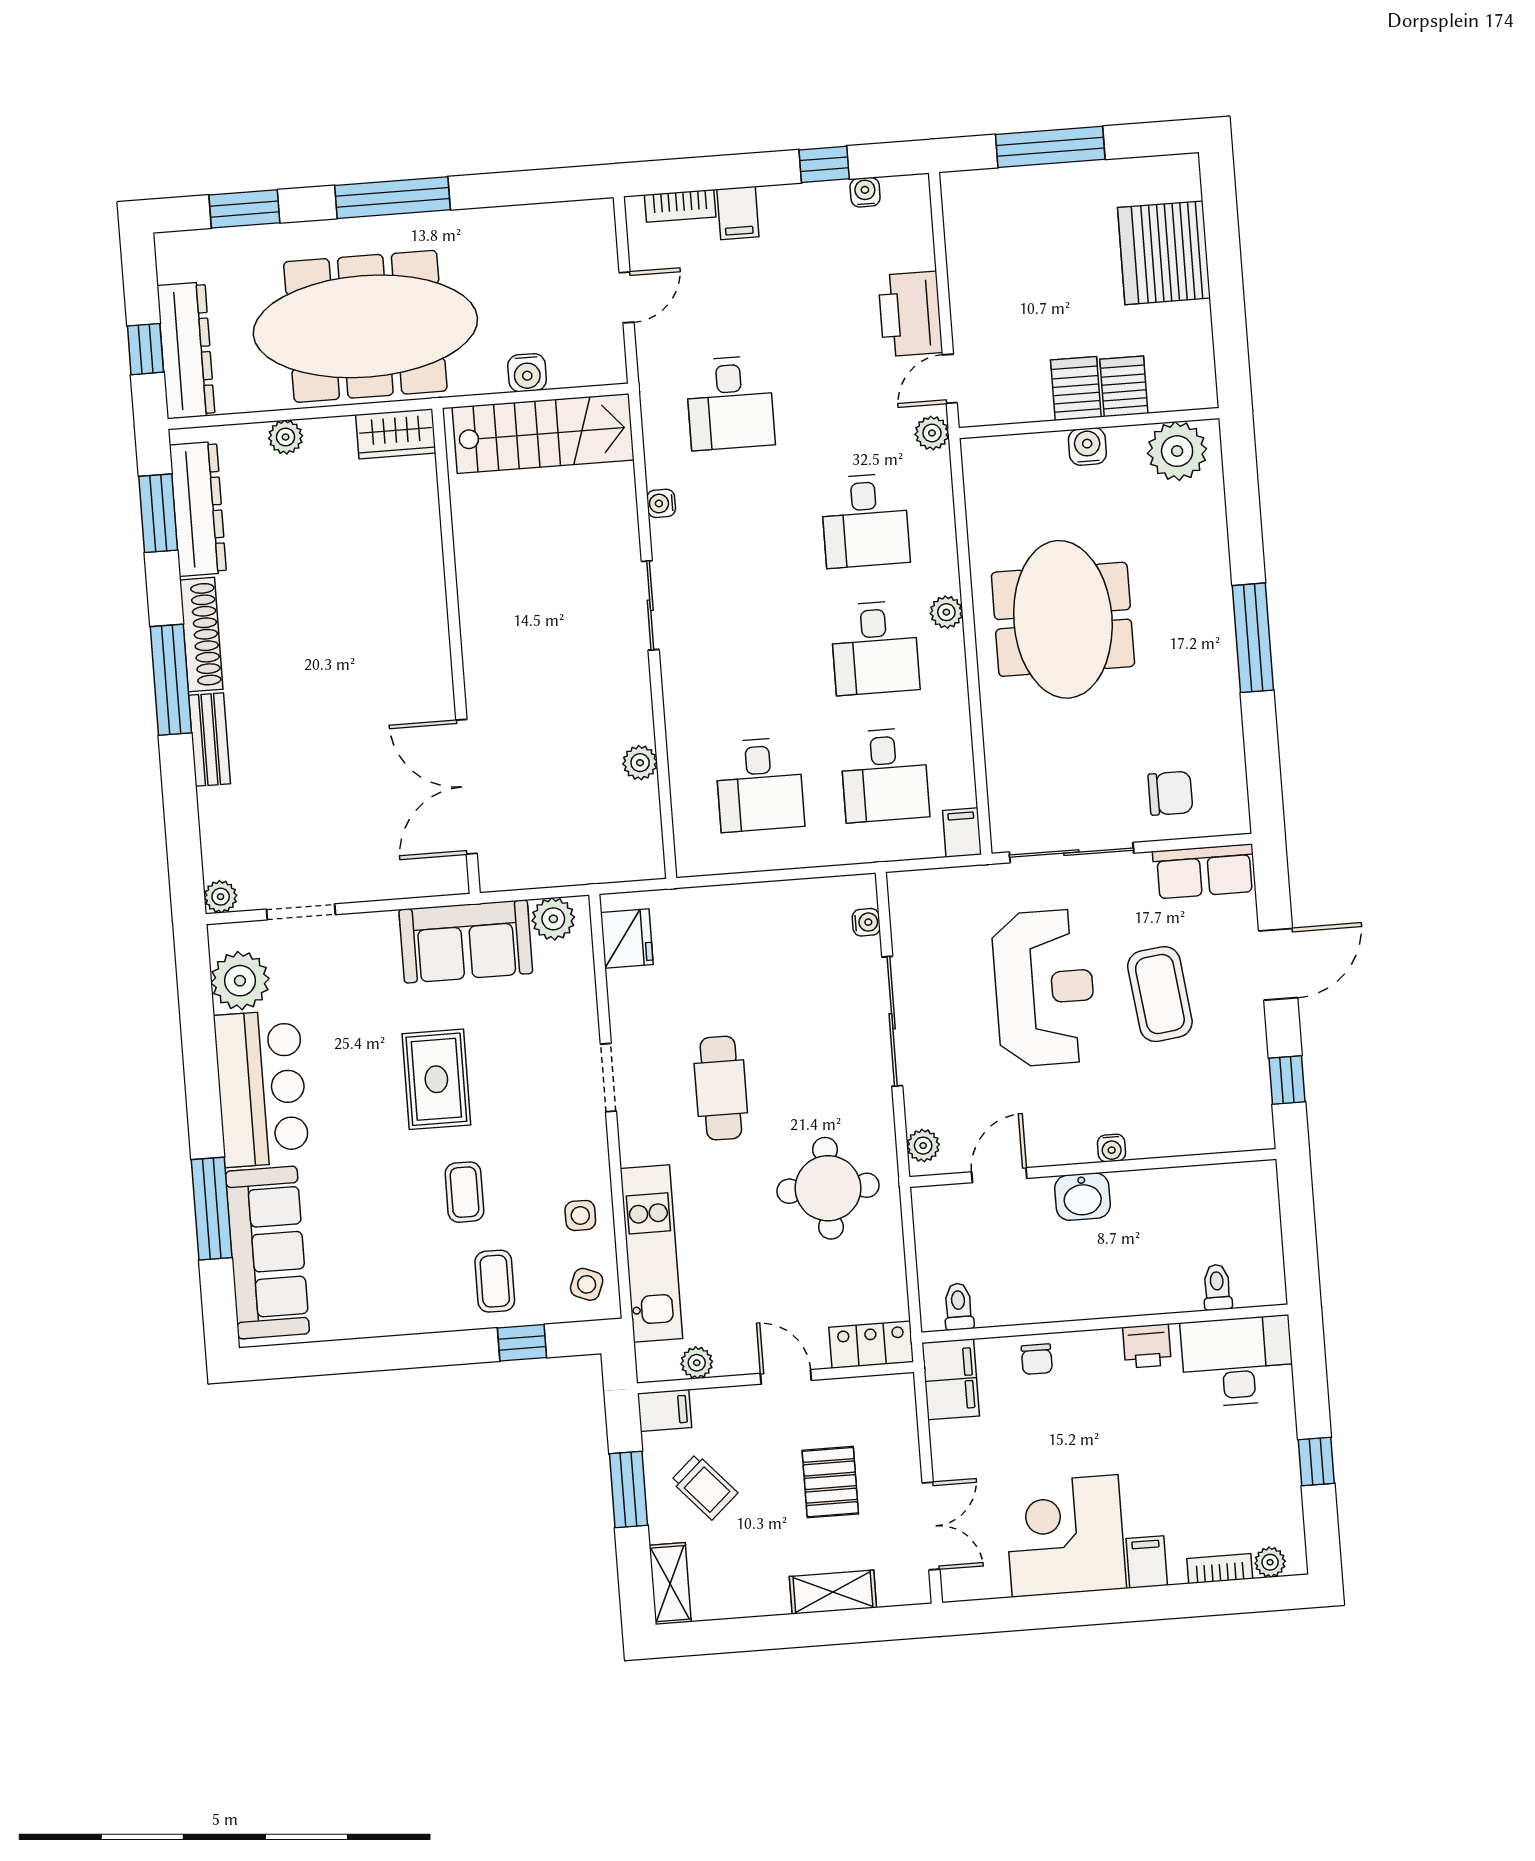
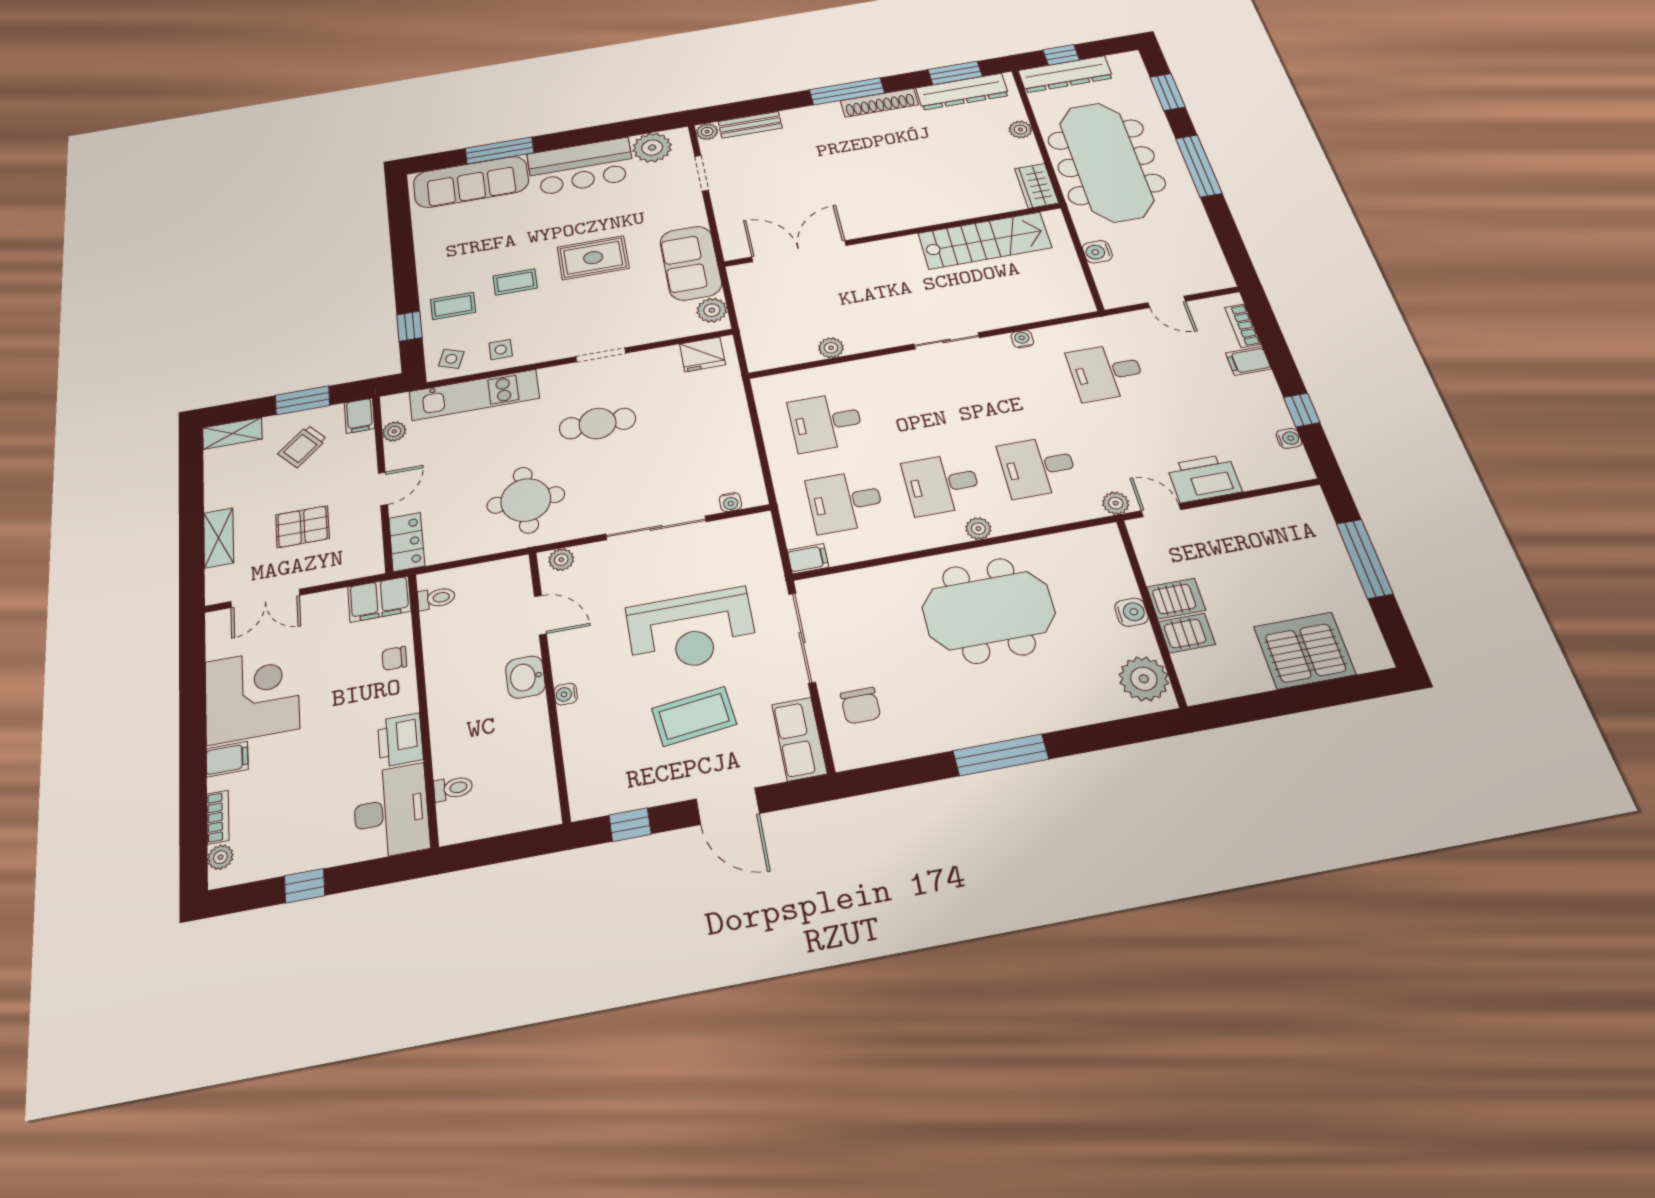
stairs: (543, 434) -> (985, 241), moved, turned -90
bench: (210, 740) -> (750, 125), moved
printer: (1147, 1346) -> (400, 740), width x1.36, depth x1.24

